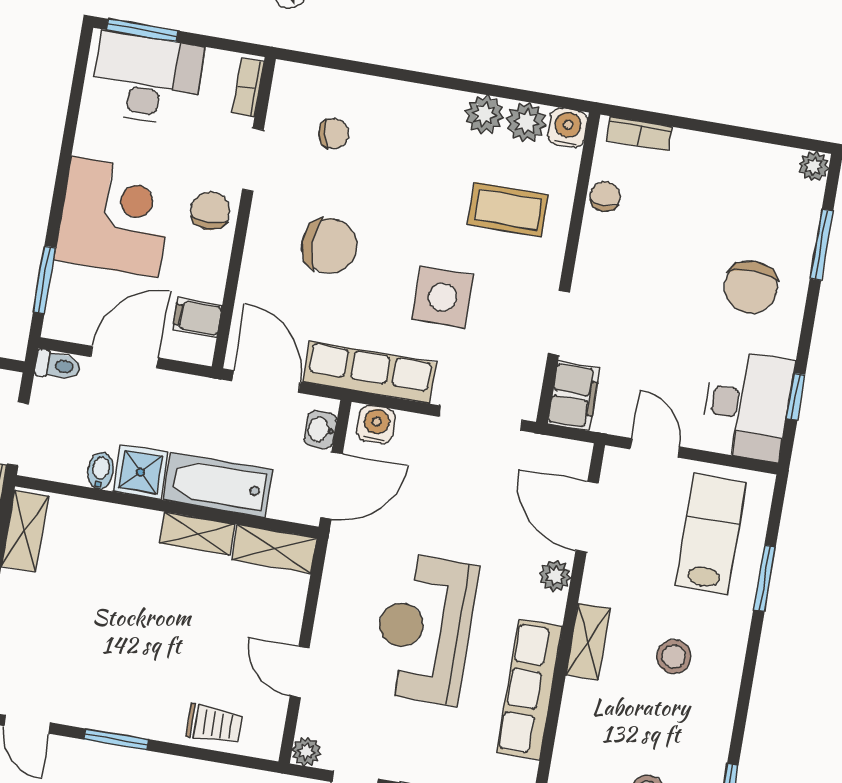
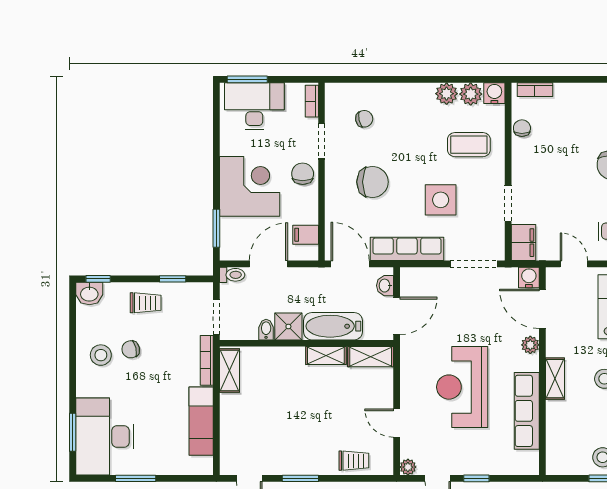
water cooler: (376, 425) -> (529, 277), moved

